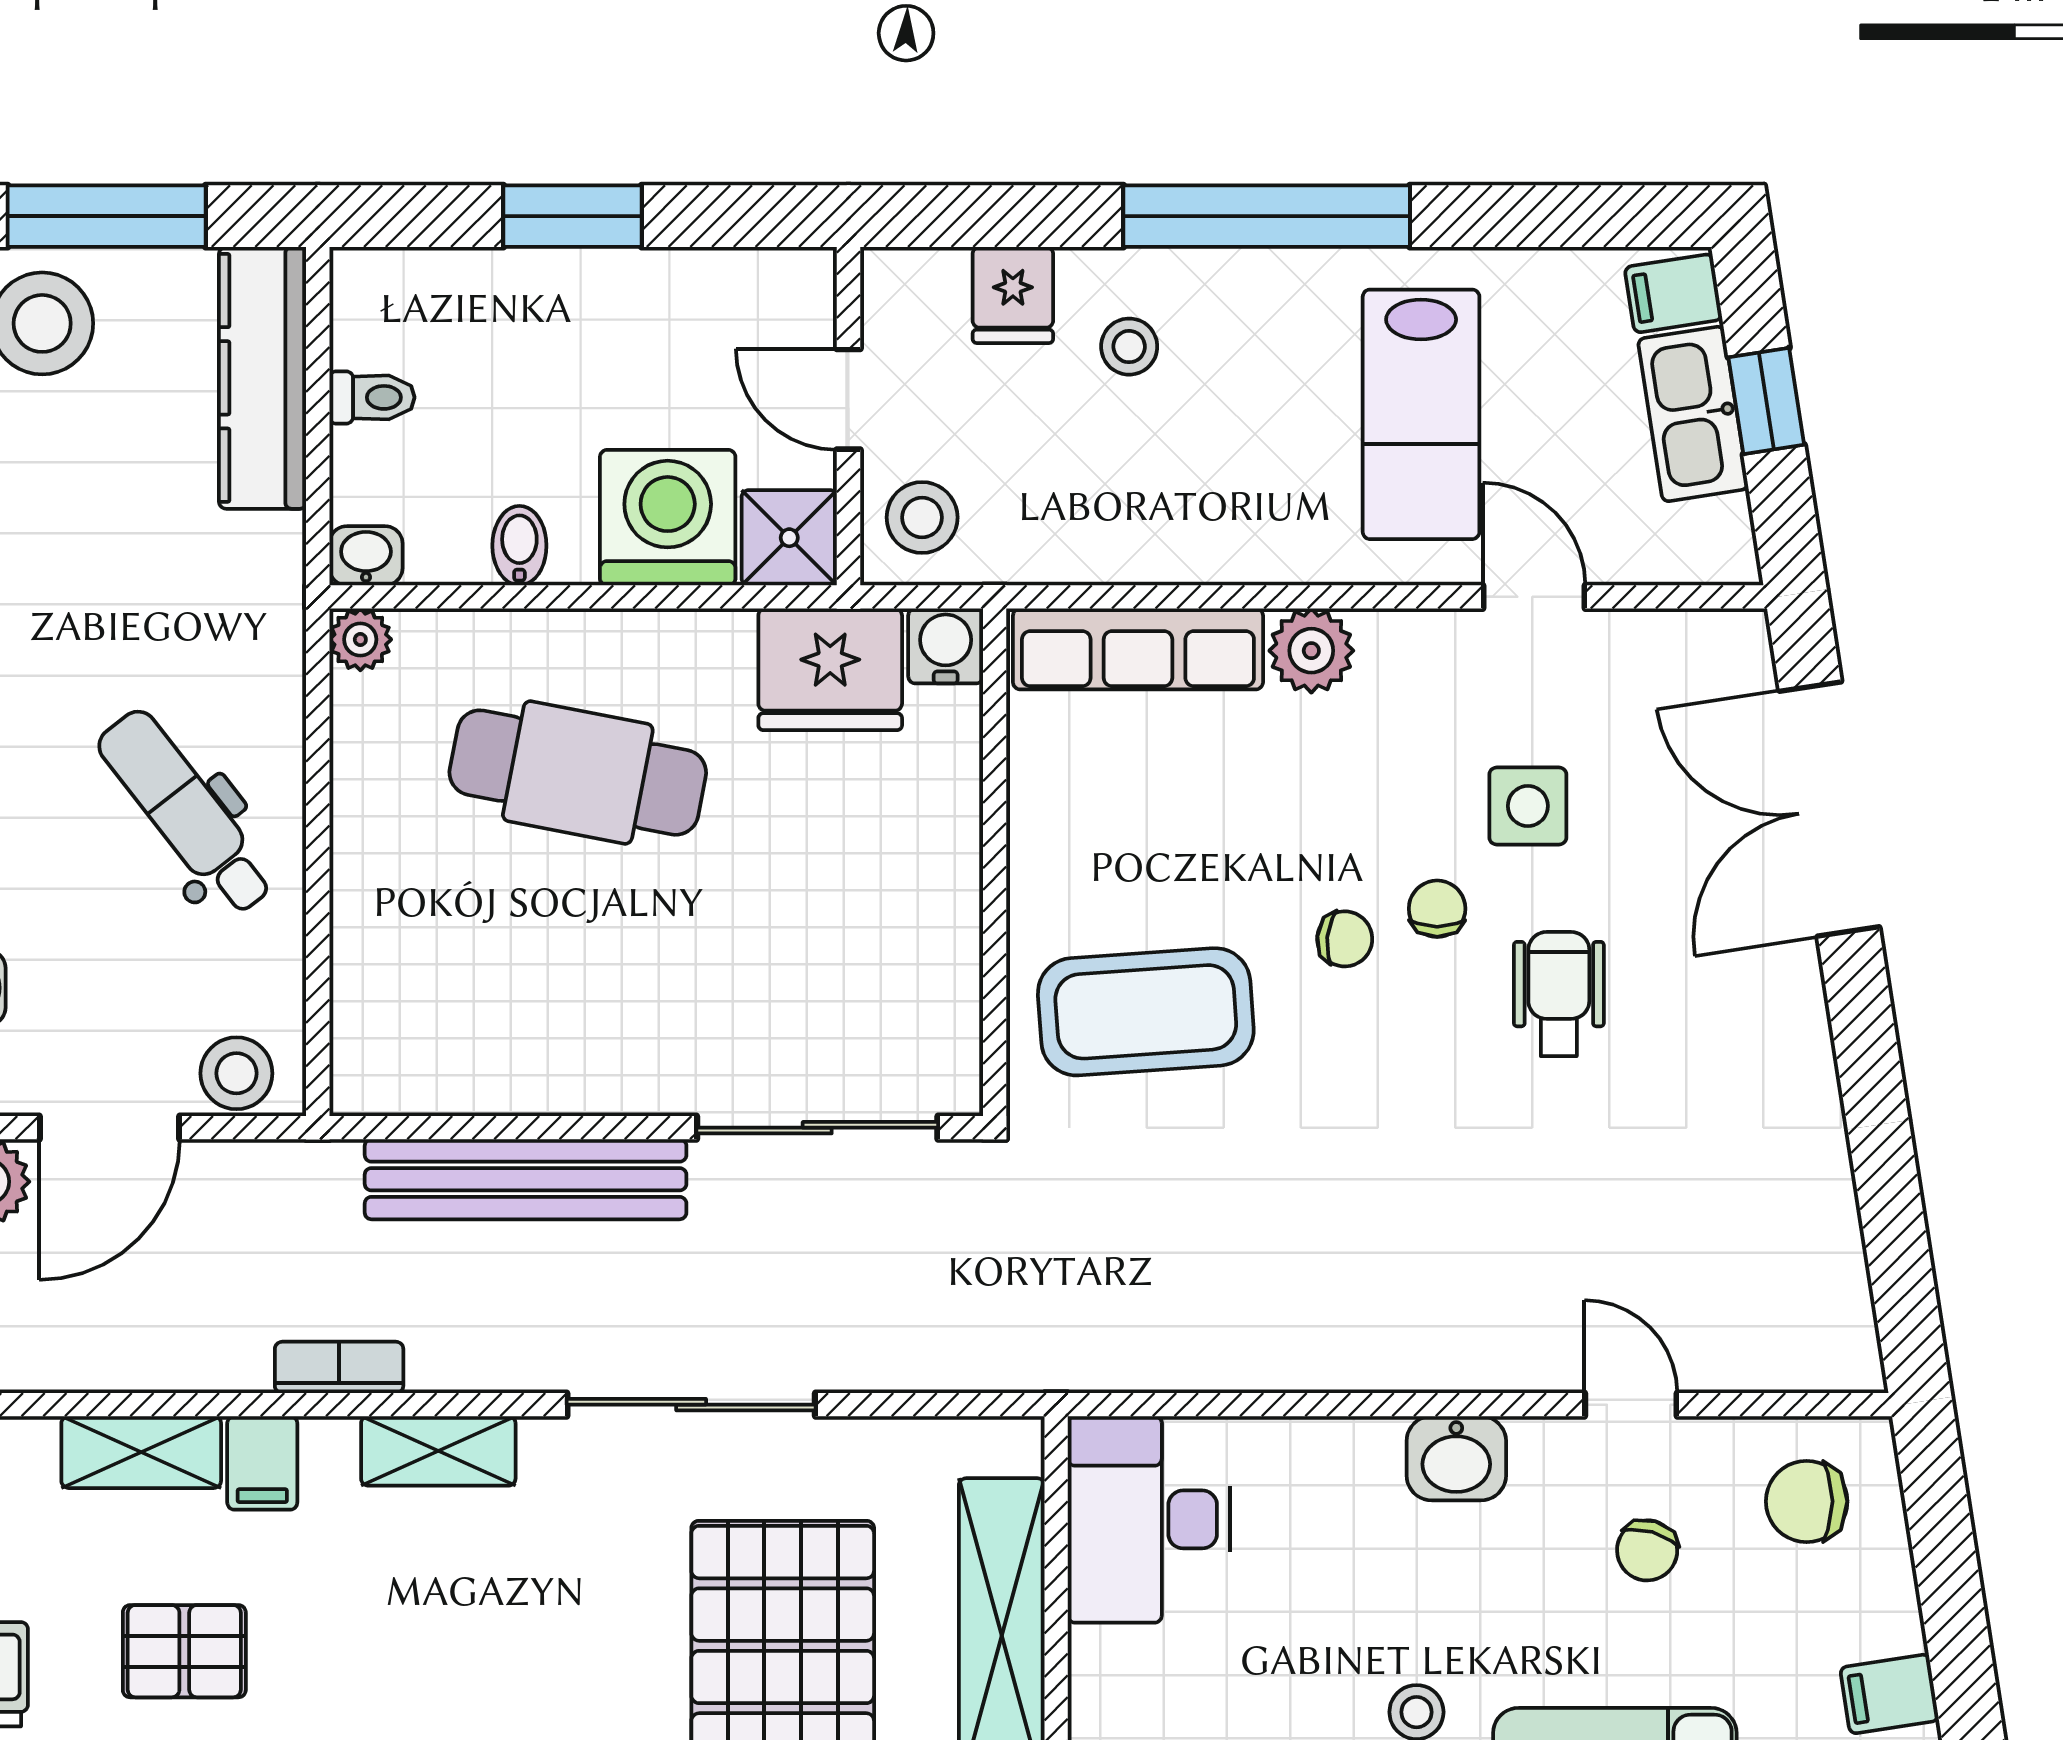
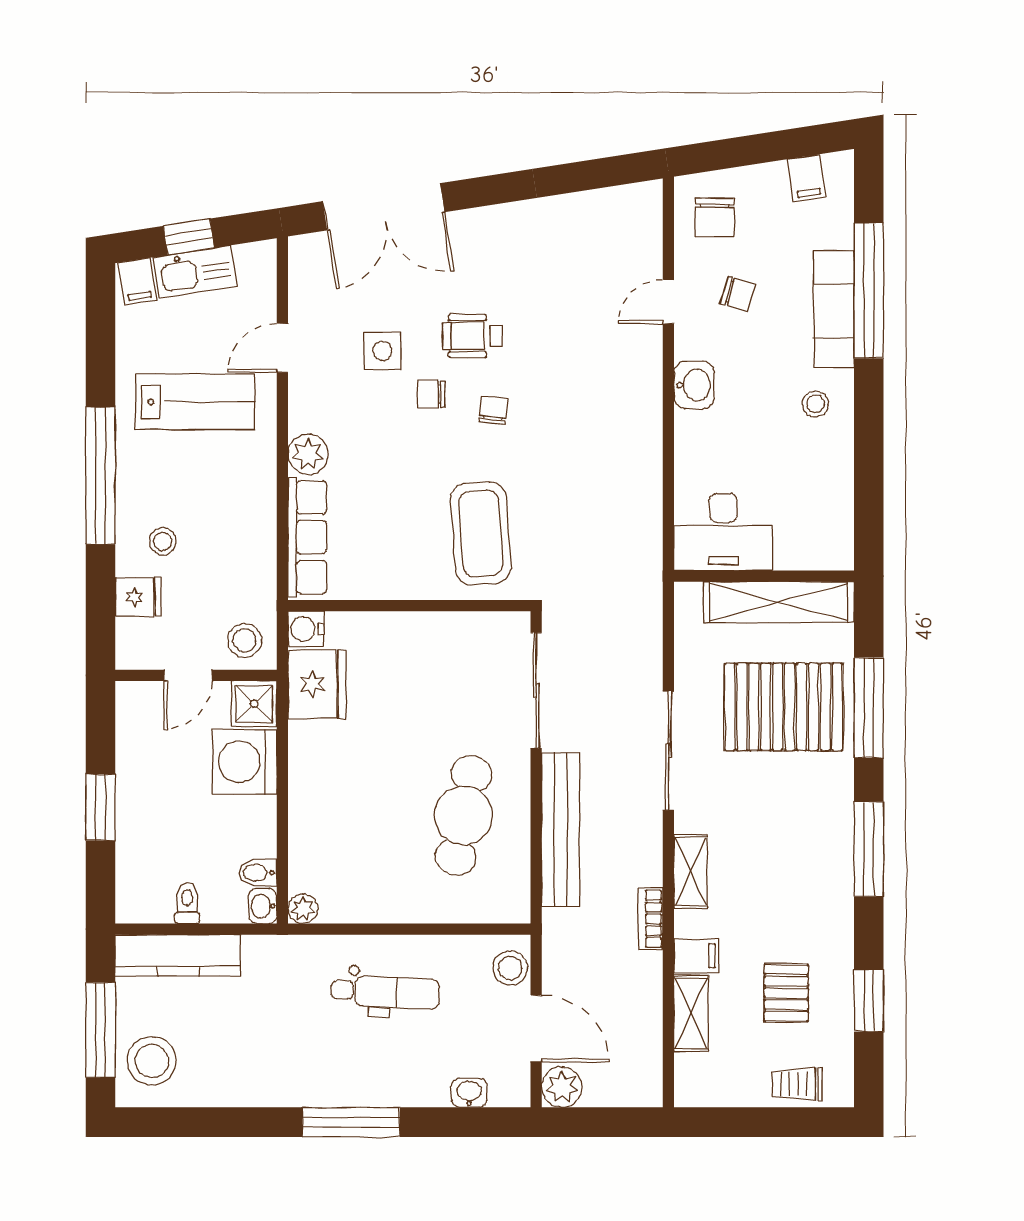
bidet: (519, 546) -> (258, 873), moved
cafe table: (578, 773) -> (464, 815), moved
dental chair: (186, 813) -> (385, 992), turned -139
chair: (1345, 939) -> (493, 410), moved

